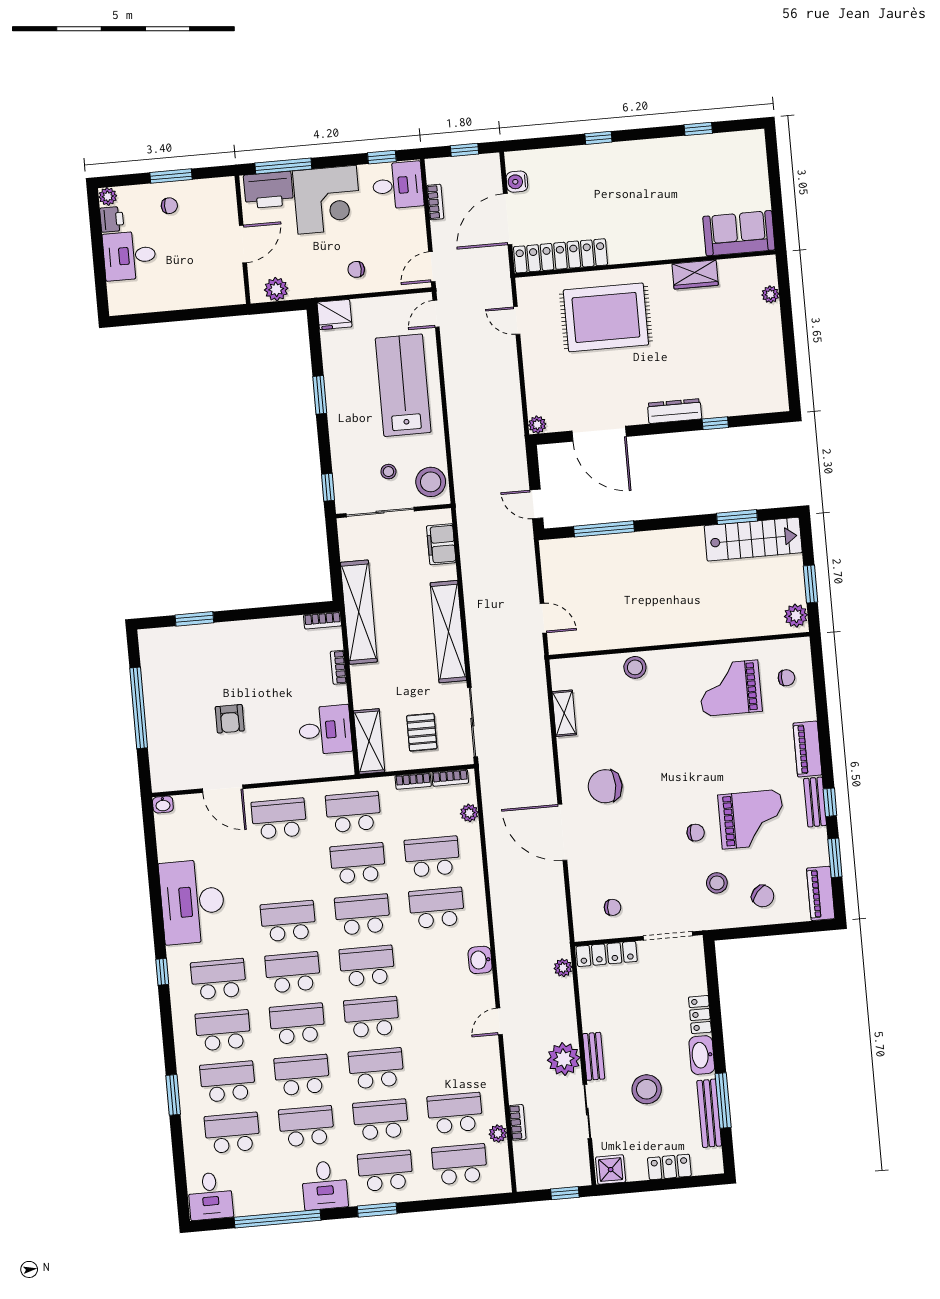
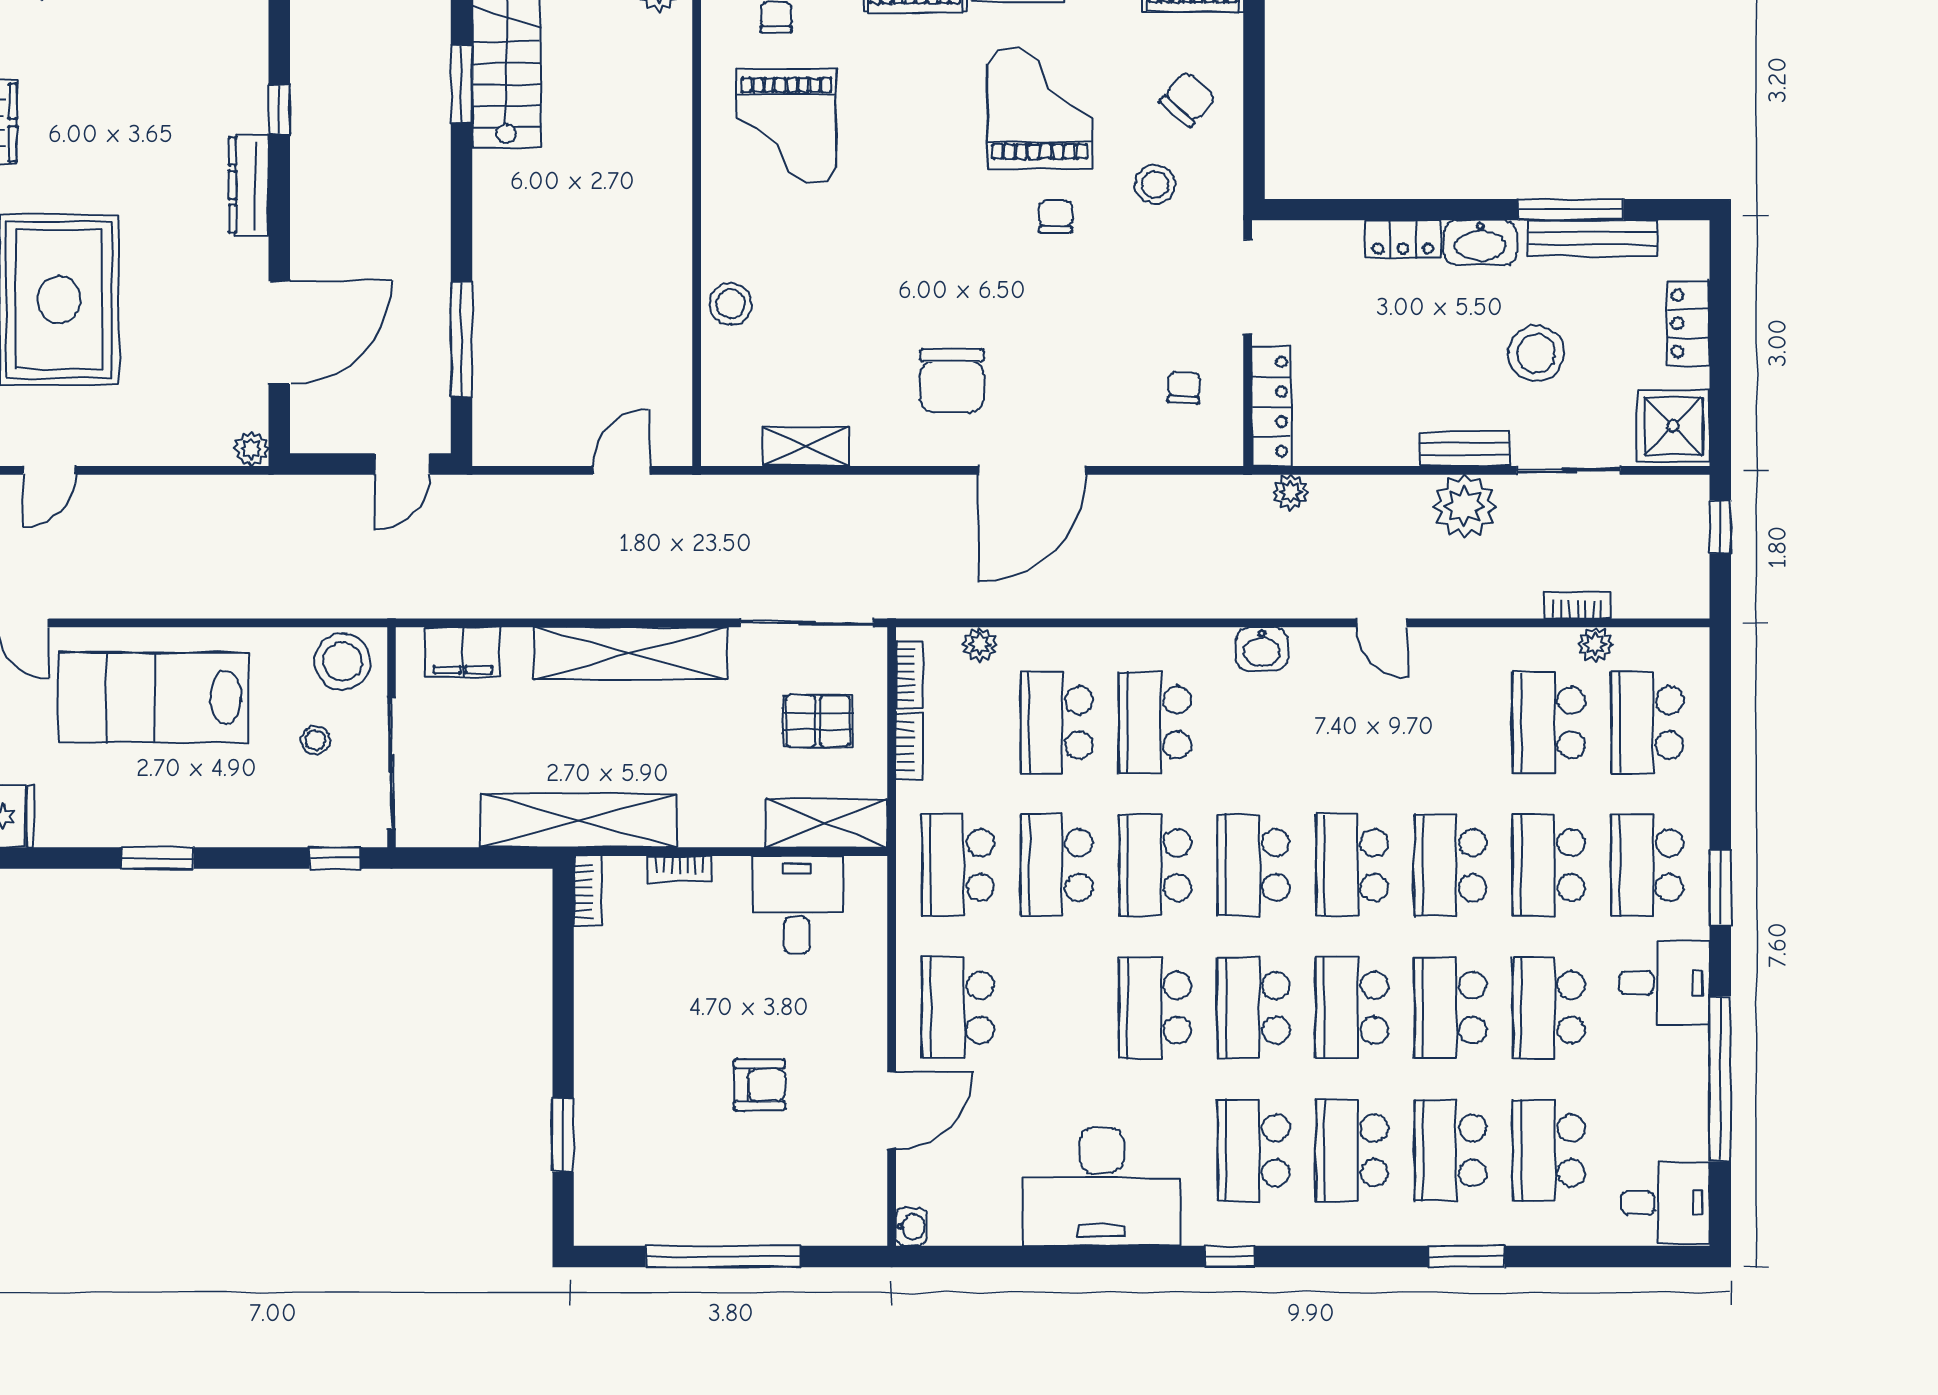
shower: (611, 1170) -> (1673, 426), width x1.36, depth x1.36

